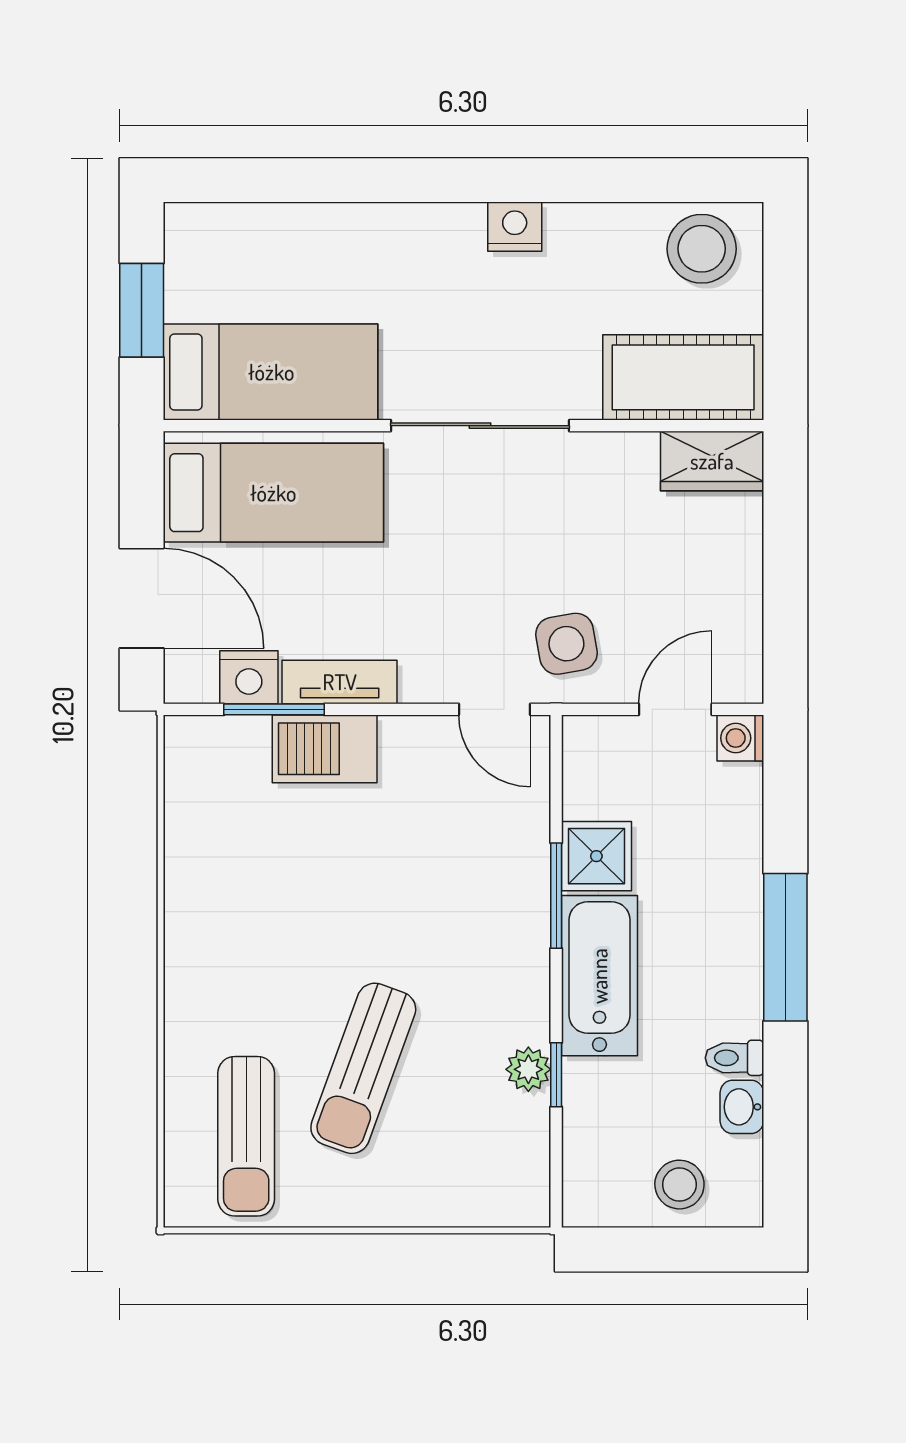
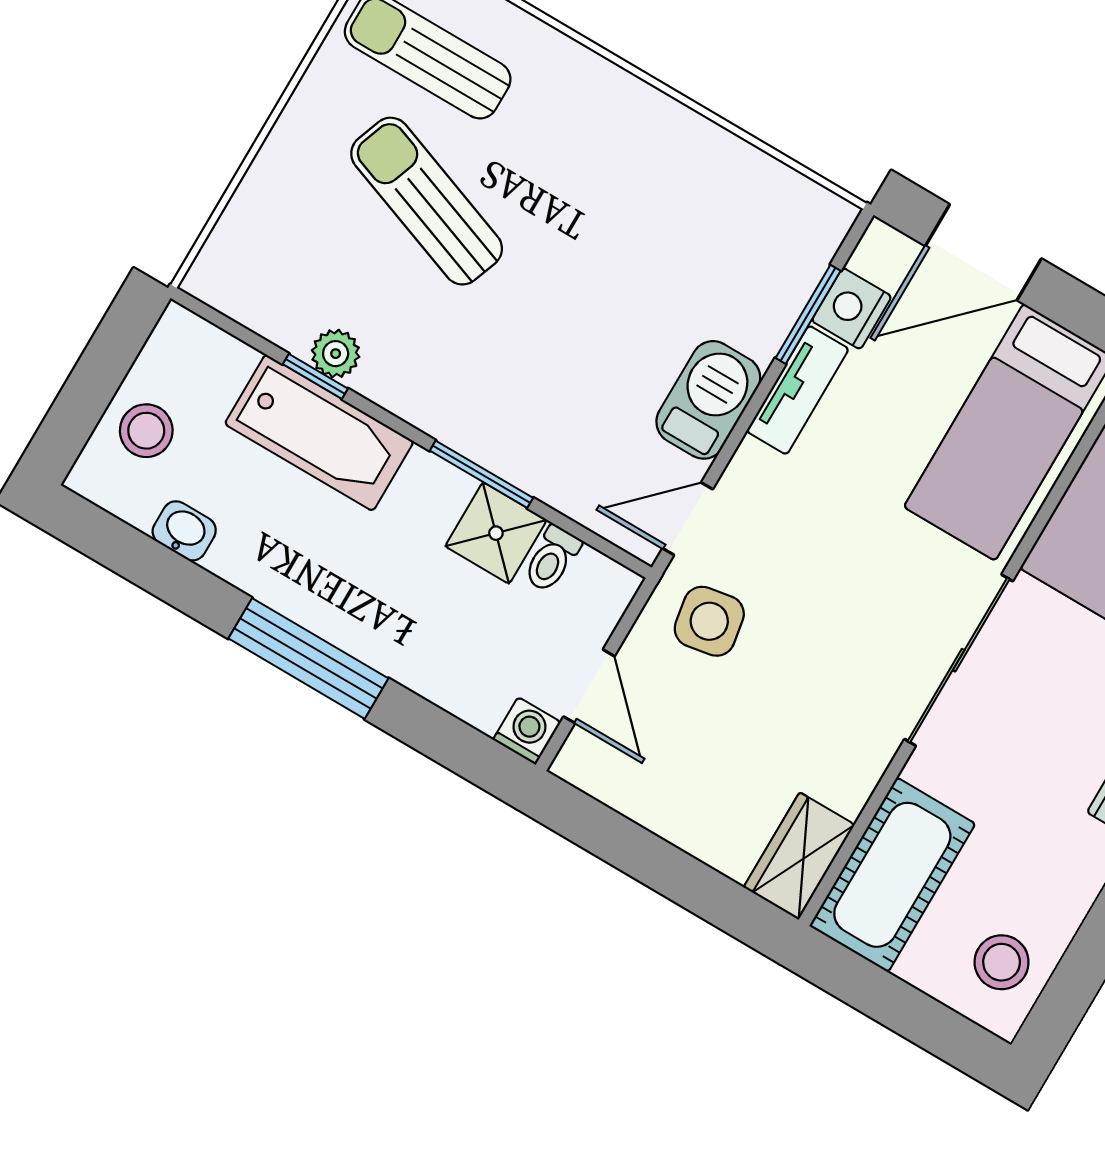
stool: (702, 249) -> (1002, 962), width x0.73, depth x0.73
barbecue: (325, 749) -> (708, 400), moved
bathtub: (599, 976) -> (319, 433), moved
toilet: (734, 1058) -> (552, 559), moved, turned 180

